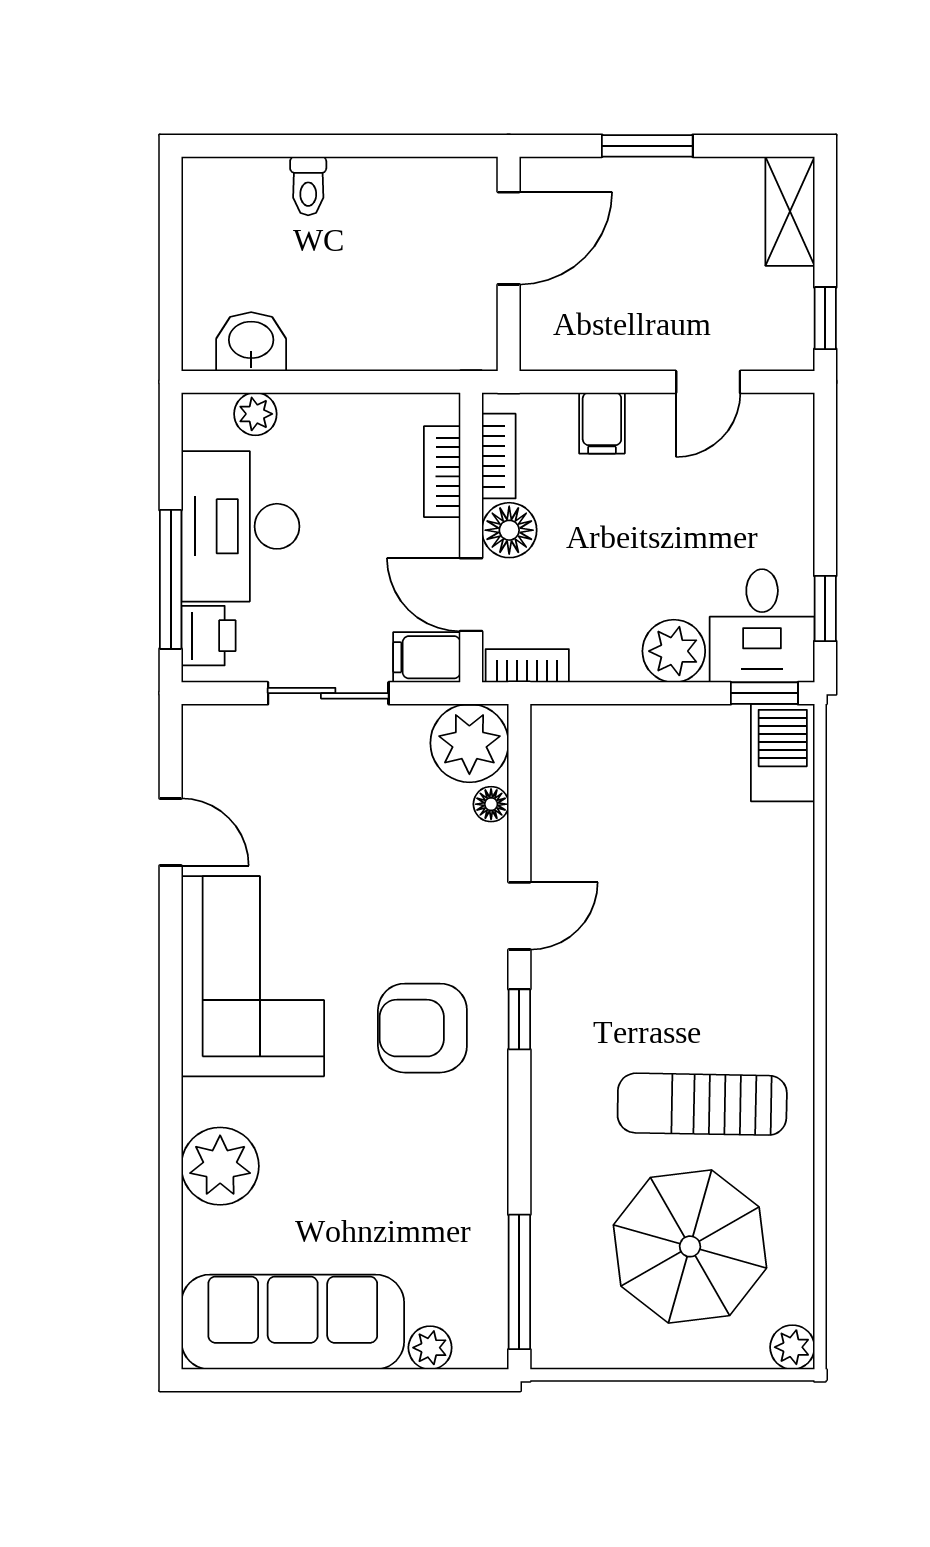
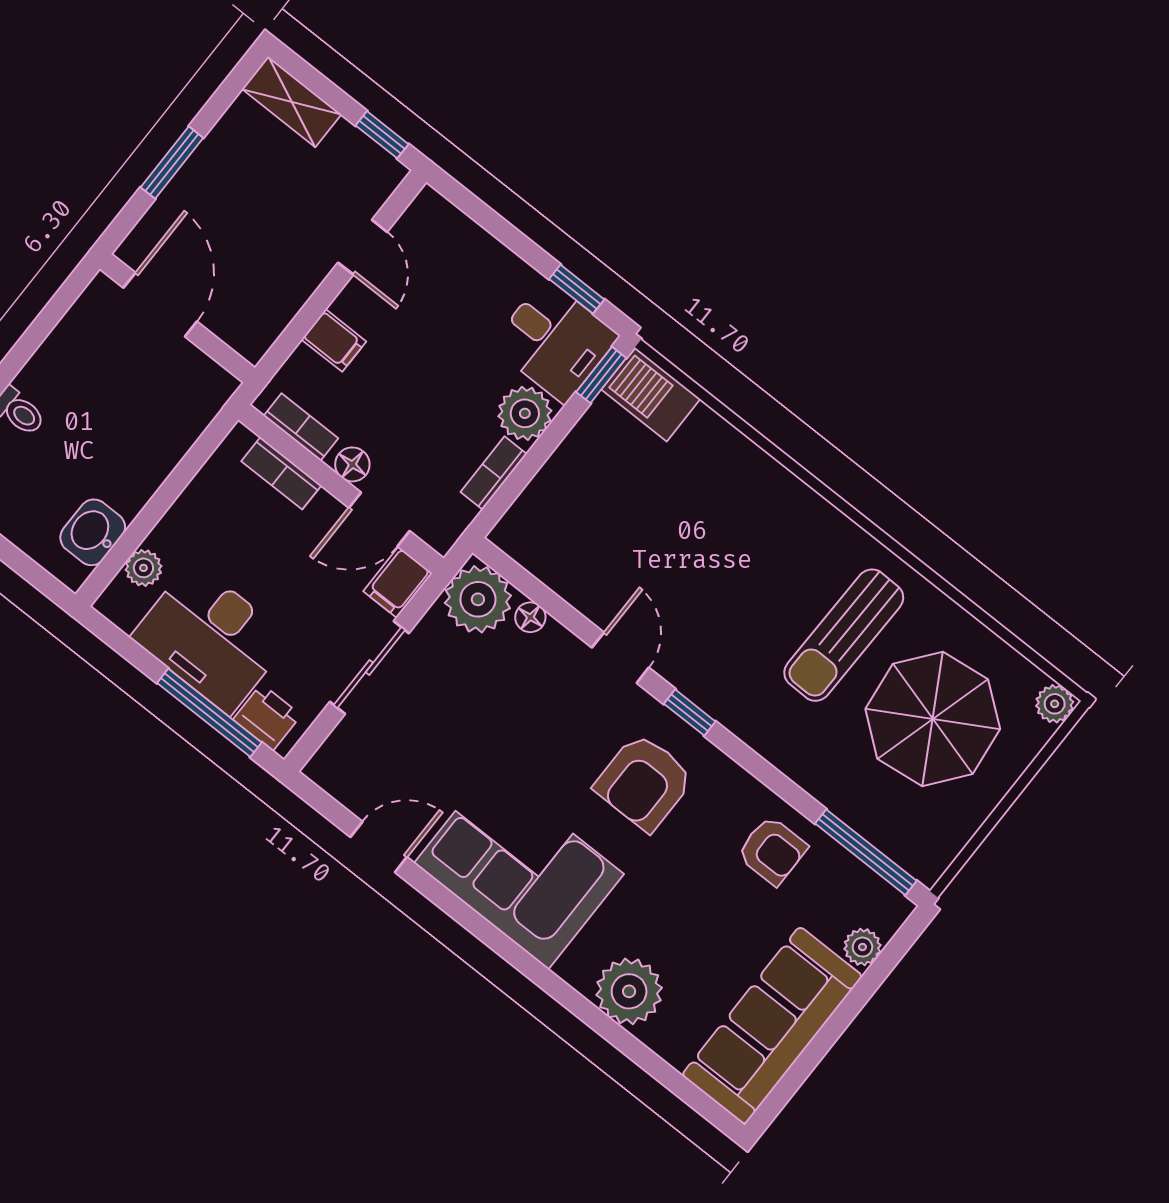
floor lamp: (509, 530) -> (352, 464), width x0.73, depth x0.73
bookcase: (527, 666) -> (494, 473), moved
armchair: (453, 1195) -> (772, 851), added

